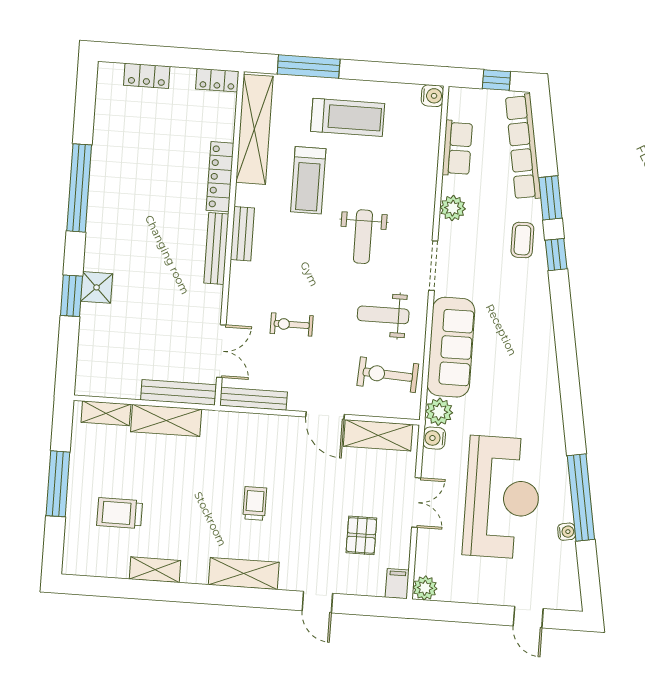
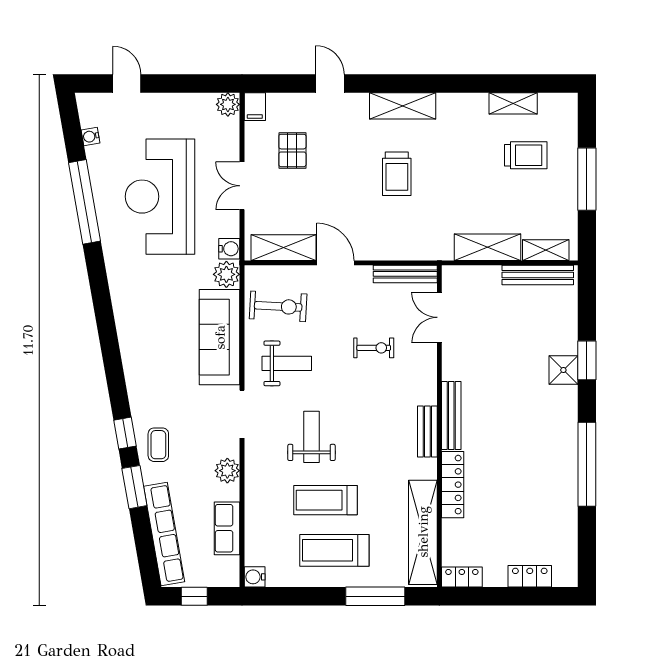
treadmill: (308, 180) -> (326, 500), moved, turned -90
bench: (178, 392) -> (538, 275), moved
trolley: (255, 503) -> (397, 174), width x1.36, depth x1.39
water cooler: (567, 532) -> (90, 136), moved
shelving: (155, 570) -> (513, 103), moved

